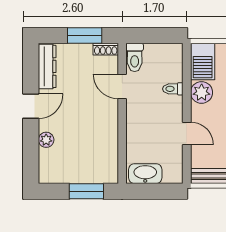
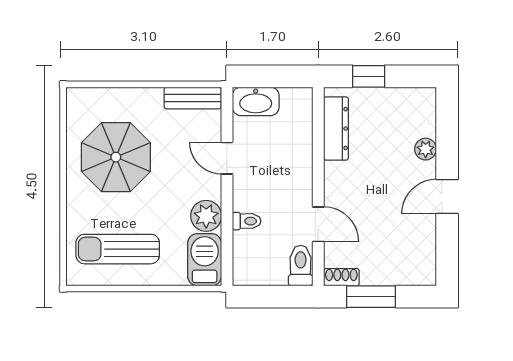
dresser: (47, 66) -> (336, 129), moved, turned 180
washbasin: (145, 174) -> (256, 101), moved
window: (86, 191) -> (369, 76), width x0.67

